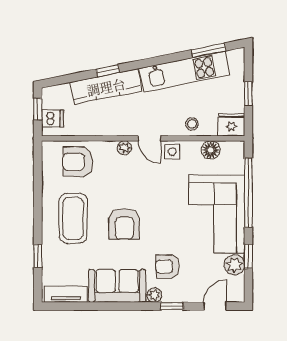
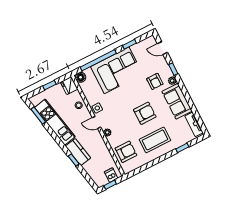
kitchen counter: (106, 87) -> (78, 152), width x0.67
door: (149, 138) -> (96, 122), swing flipped
floor lamp: (211, 150) -> (81, 77), moved
armchair: (78, 162) -> (126, 152), turned -90
plant: (234, 265) -> (137, 49), removed

